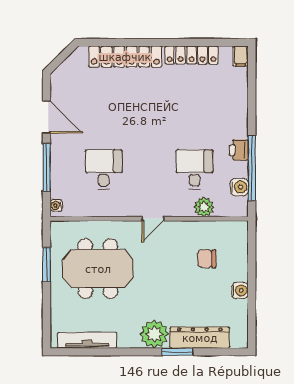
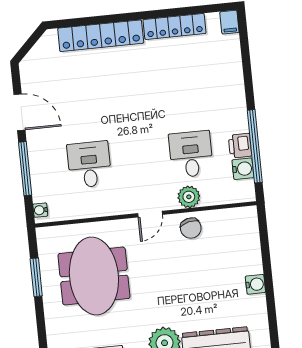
printer: (239, 150) -> (240, 146), moved
plant: (204, 207) -> (189, 197), moved
chair: (207, 259) -> (191, 228), moved, turned -103
meeting table: (98, 269) -> (94, 276), turned 90

